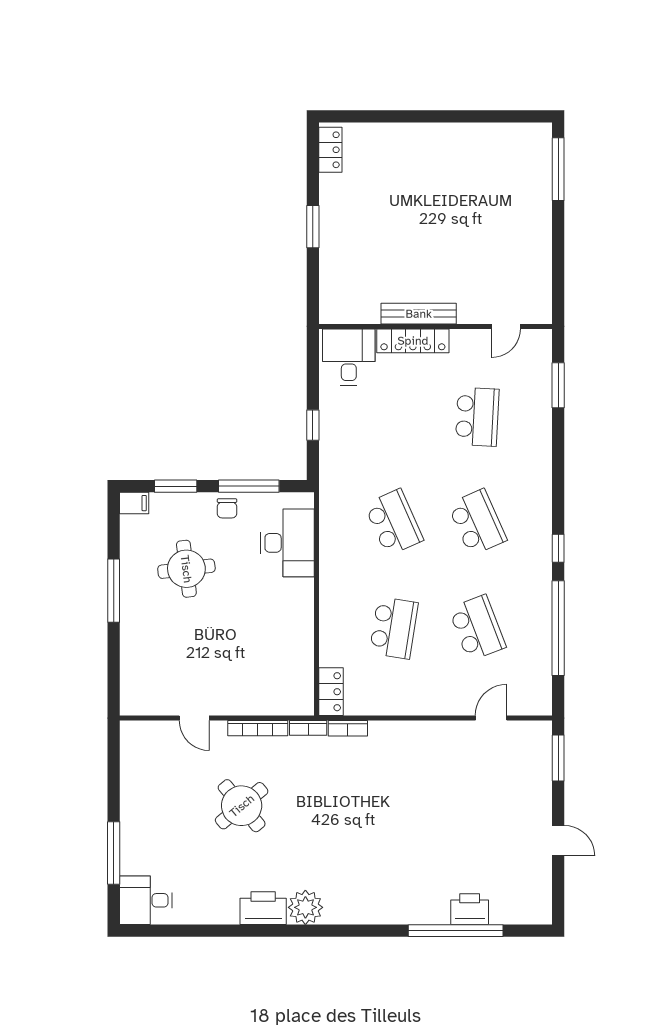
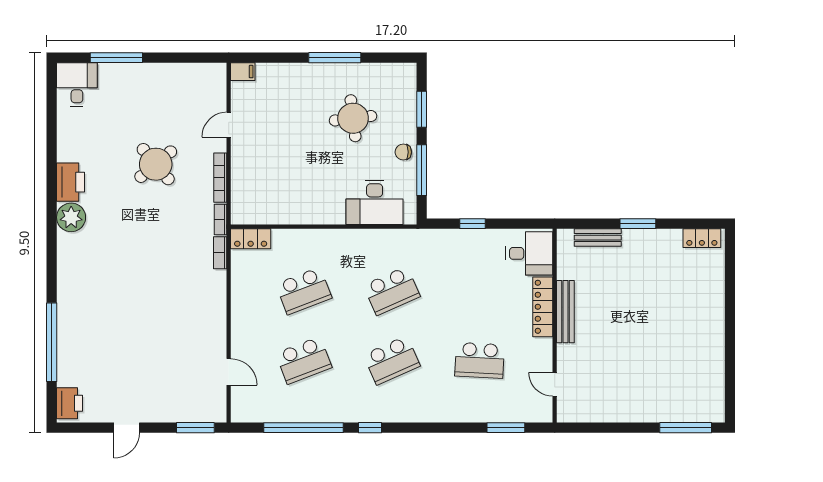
bench: (330, 275) -> (598, 238), added
filing cabinet: (134, 503) -> (243, 72), moved, turned -90
school desk: (394, 628) -> (304, 291), turned -30
printer: (470, 909) -> (70, 403), moved

